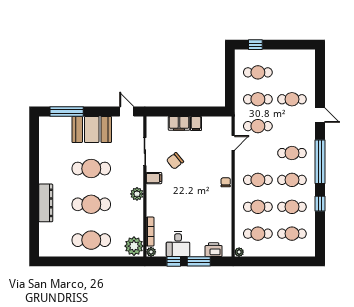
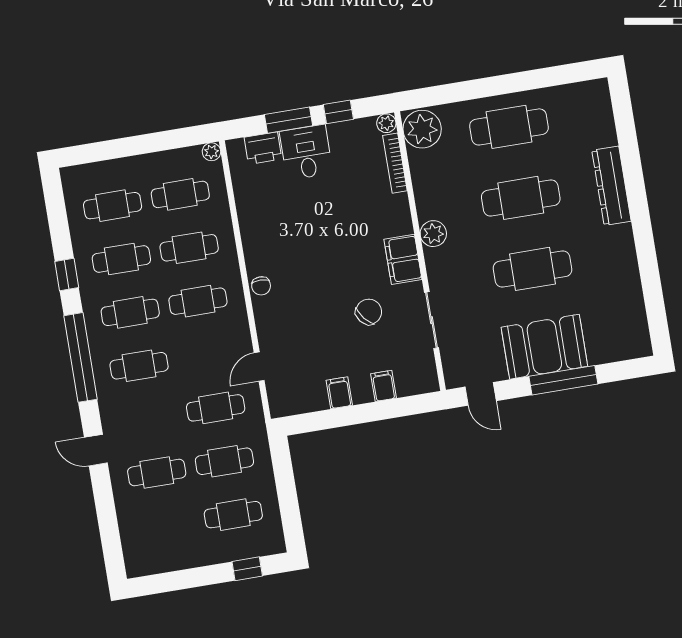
window: (67, 111) -> (563, 380), moved
filing cabinet: (179, 123) -> (384, 386), width x0.50
filing cabinet: (154, 178) -> (403, 259), width x2.00
desk: (178, 244) -> (306, 152), moved

